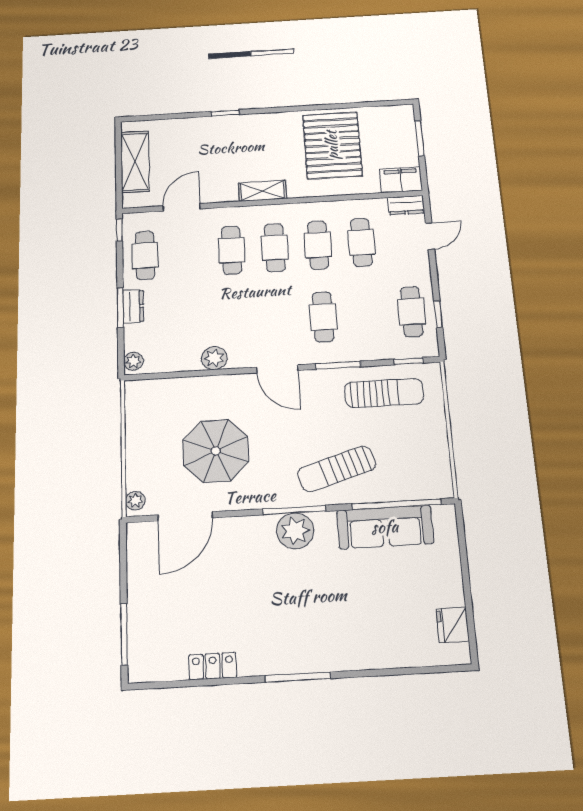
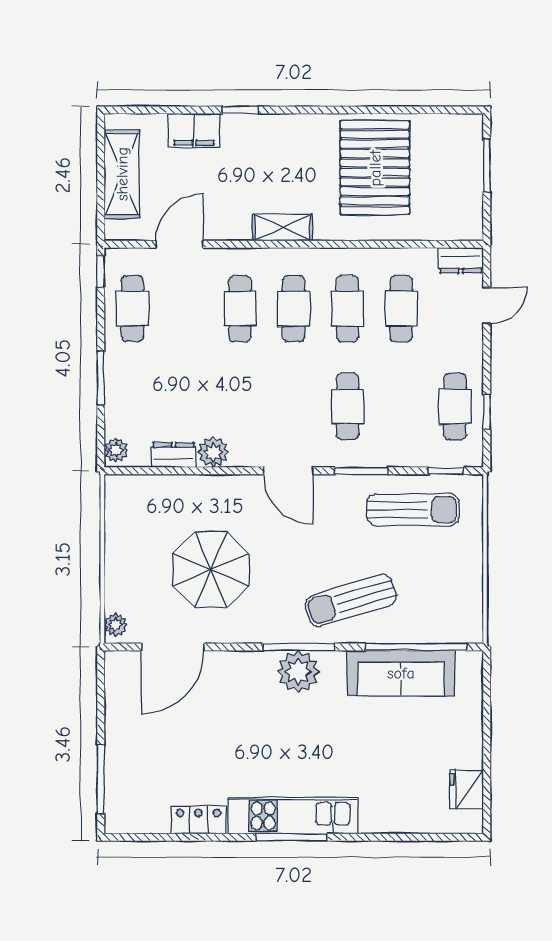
filing cabinet: (401, 180) -> (194, 131), moved, turned 180
dresser: (133, 306) -> (174, 455), moved, turned -90
kitchen unit: (298, 657) -> (293, 816), added

